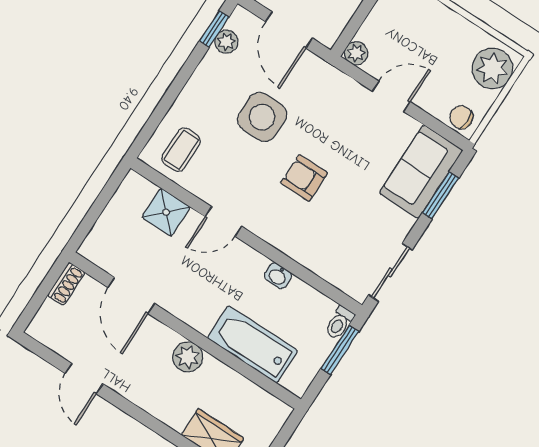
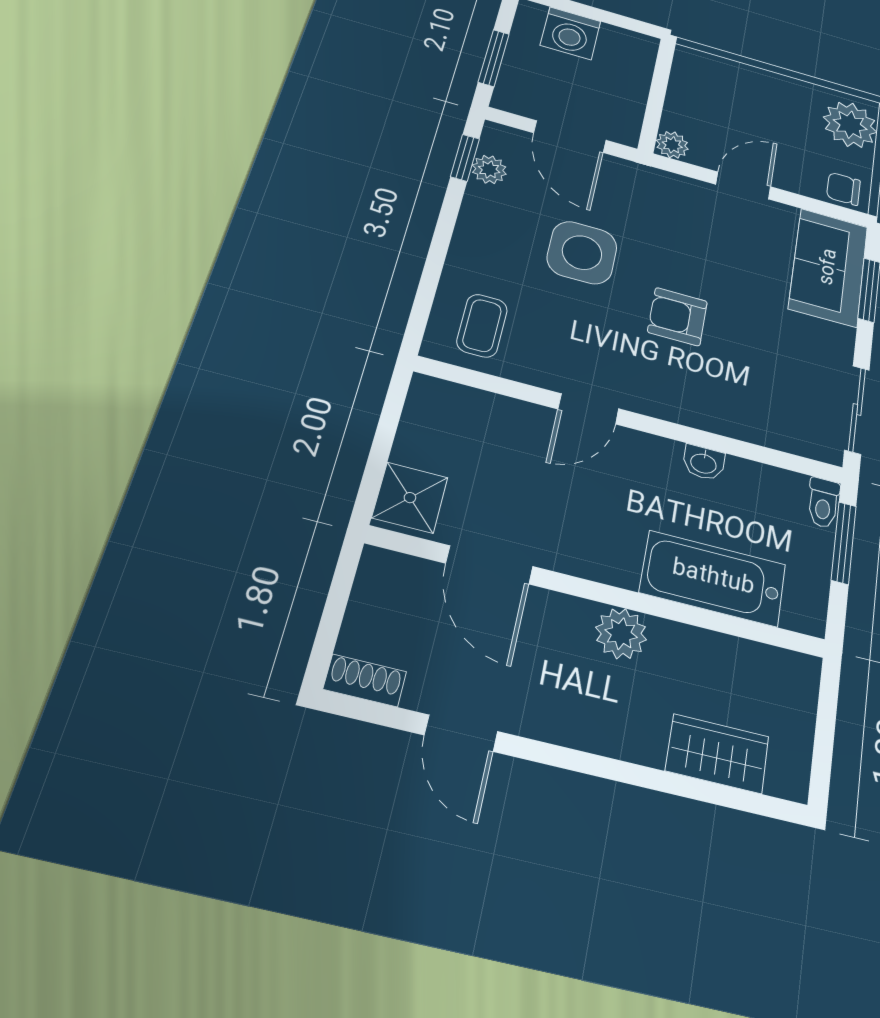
shower: (166, 212) -> (410, 498), moved
shoe rack: (66, 284) -> (365, 680), moved, turned -90

